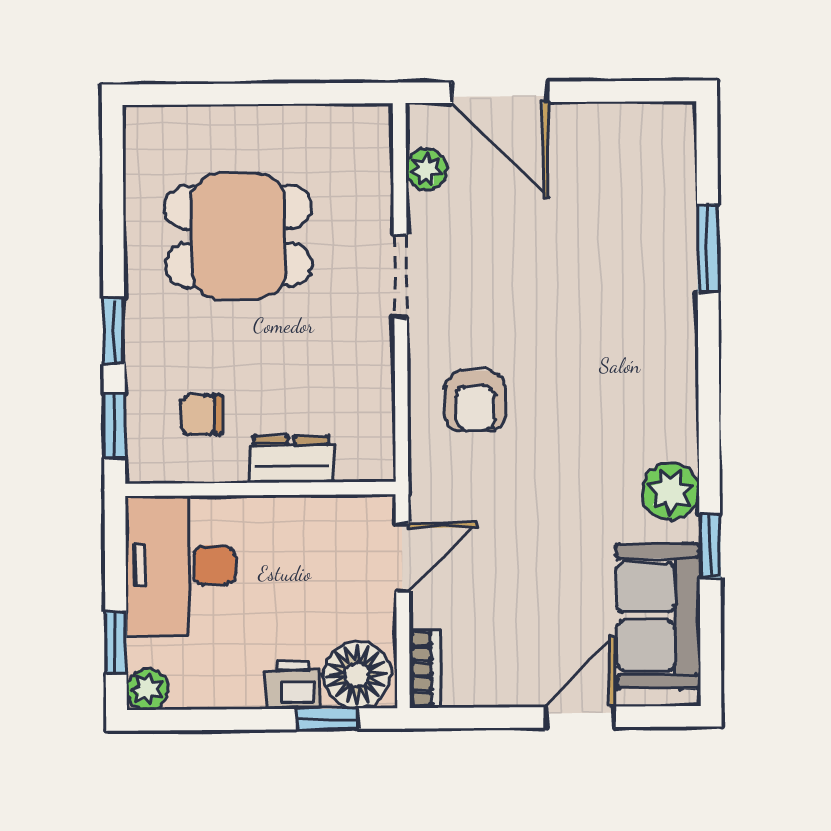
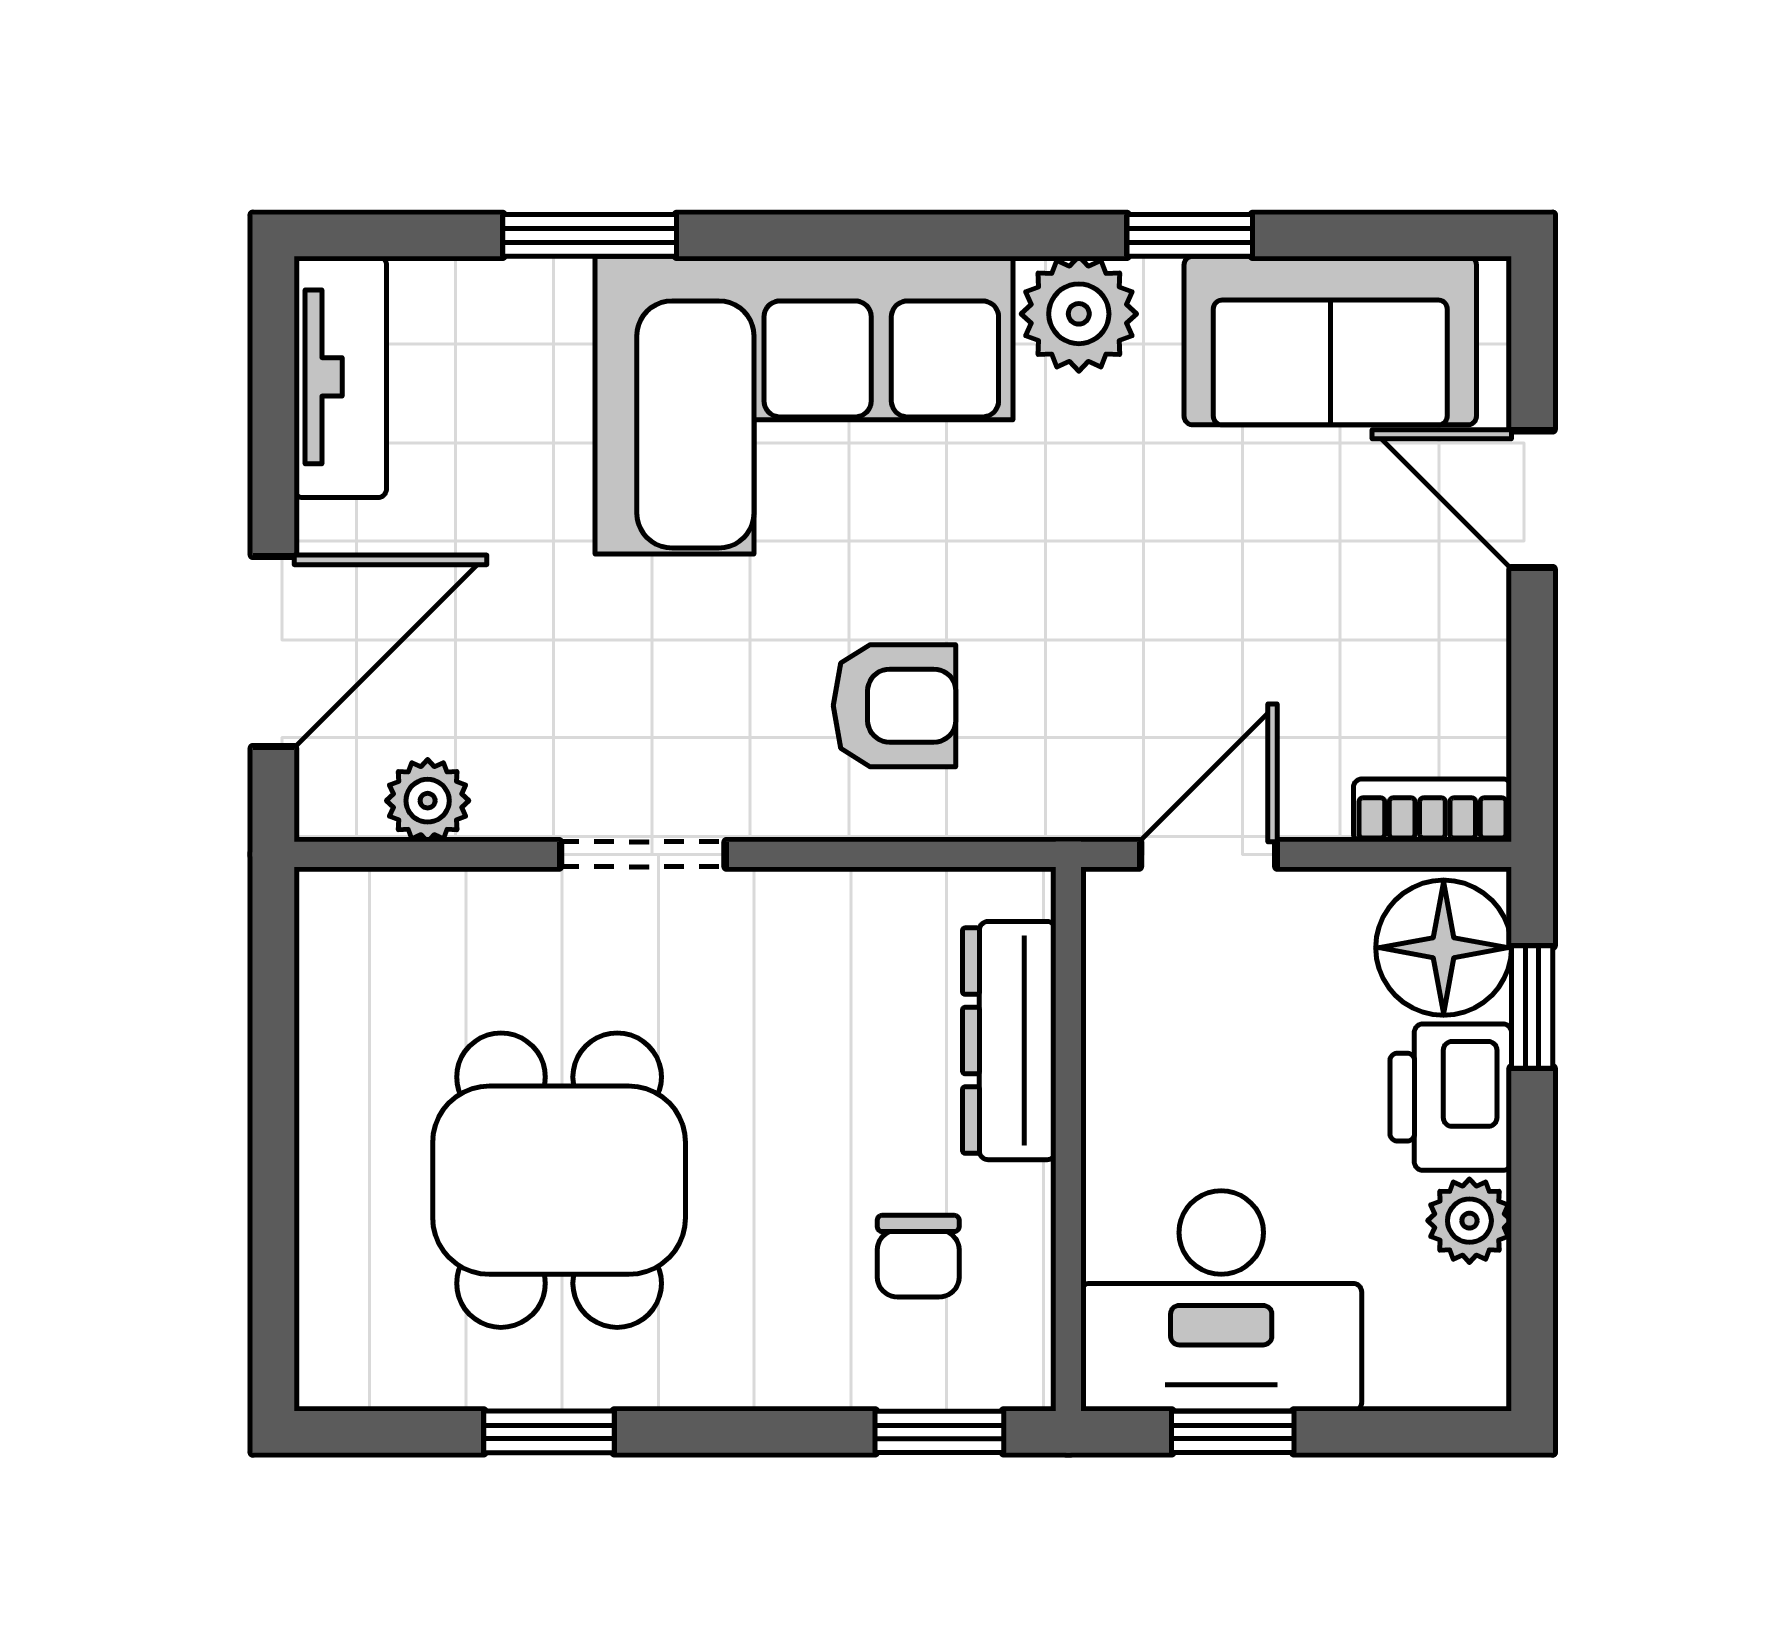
tv unit: (637, 124) -> (340, 377), added
window: (114, 331) -> (549, 1432), moved
corner sofa: (624, 355) -> (804, 405), added
dresser: (291, 459) -> (1009, 1041), width x1.44
door: (402, 557) -> (1208, 854), hinge flipped
window: (116, 643) -> (1233, 1432), moved
printer: (292, 685) -> (1451, 1097), width x1.36, depth x1.24
plant: (147, 689) -> (1469, 1221), moved

